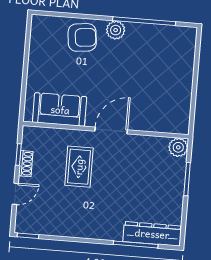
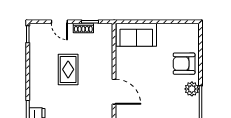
armchair: (82, 37) -> (184, 64), turned 96
sofa: (60, 110) -> (136, 35), moved, turned 90
rug: (79, 167) -> (68, 69), moved, turned 90

